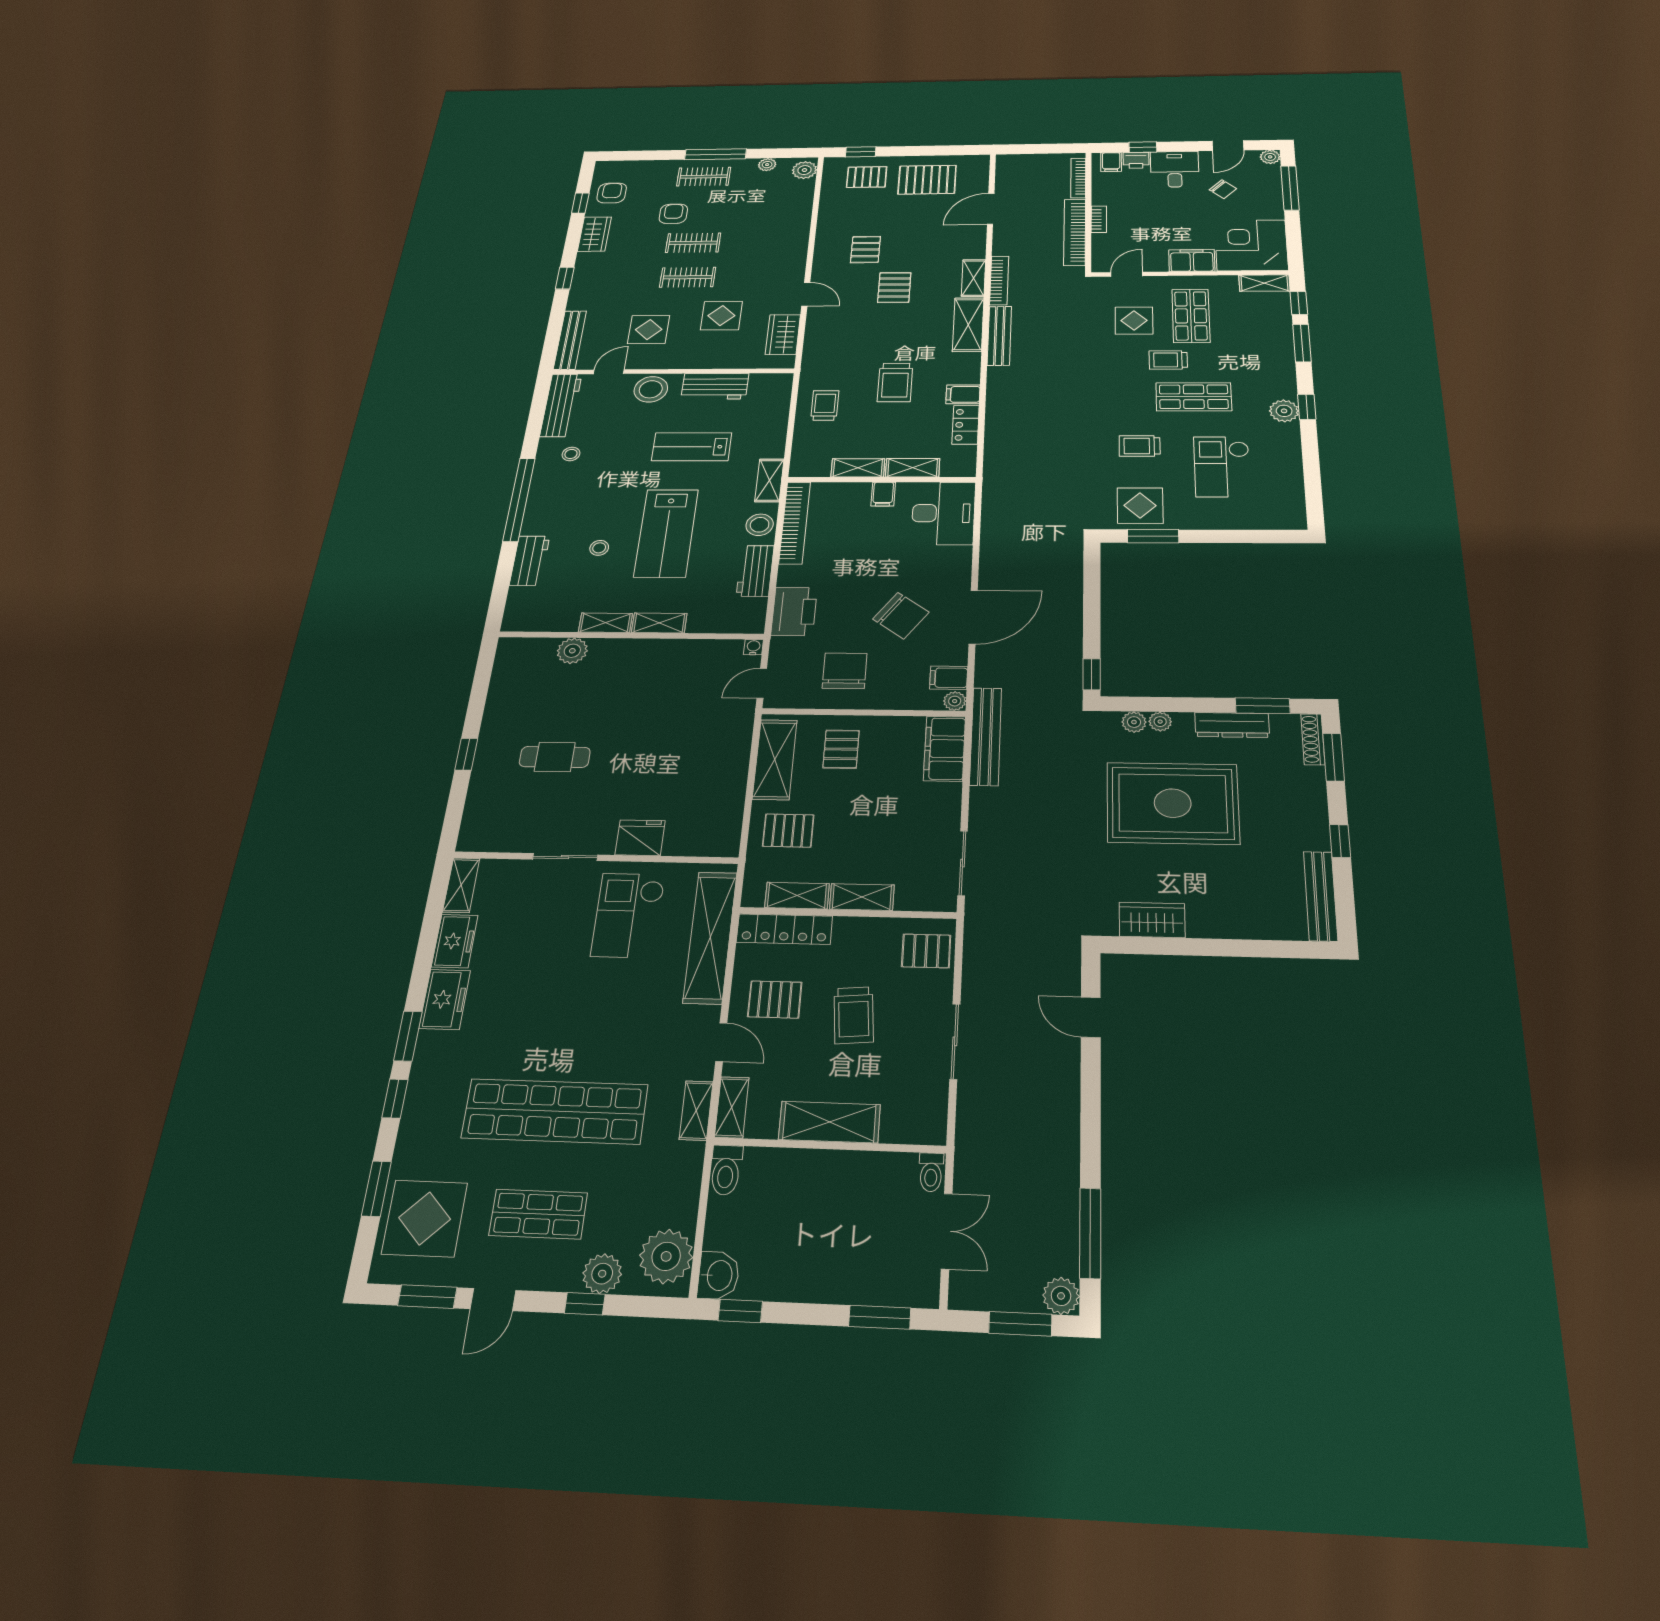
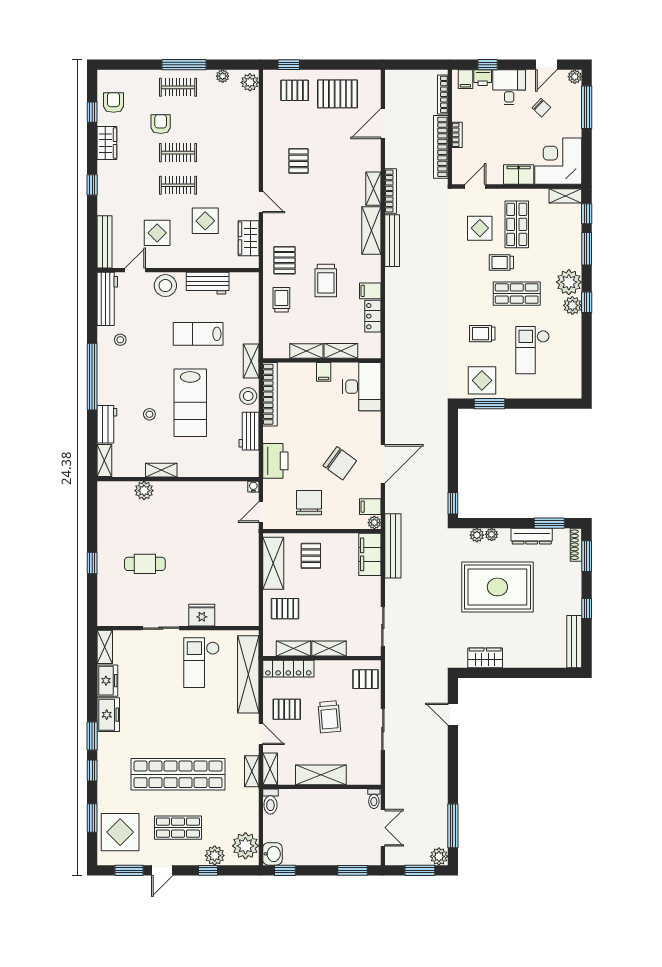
pallet: (894, 287) -> (284, 260), moved
plant: (1276, 383) -> (569, 282), added
shelving: (659, 623) -> (104, 461), moved, turned 90

